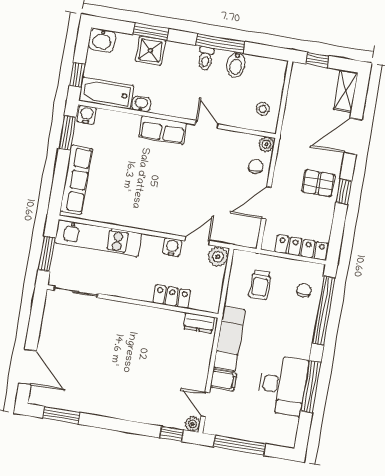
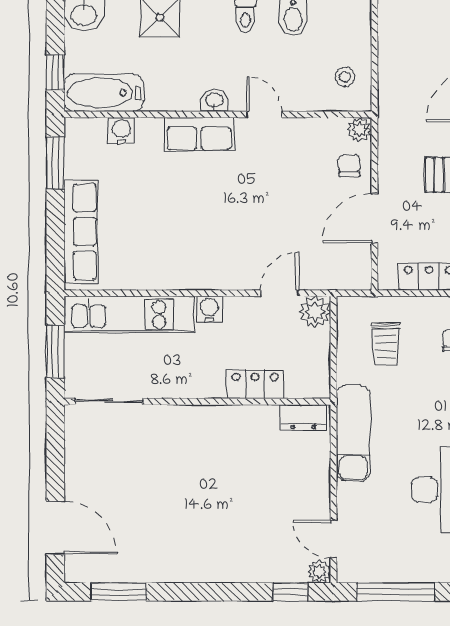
washbasin: (141, 104) -> (214, 100), moved
water cooler: (87, 115) -> (121, 131), moved
water cooler: (172, 247) -> (209, 309), moved
filing cabinet: (224, 380) -> (355, 498), removed

